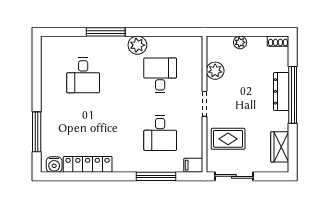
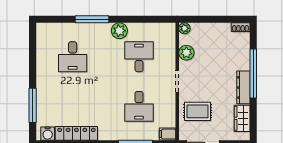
plant: (240, 42) -> (184, 28), moved
dresser: (281, 91) -> (243, 87), moved

